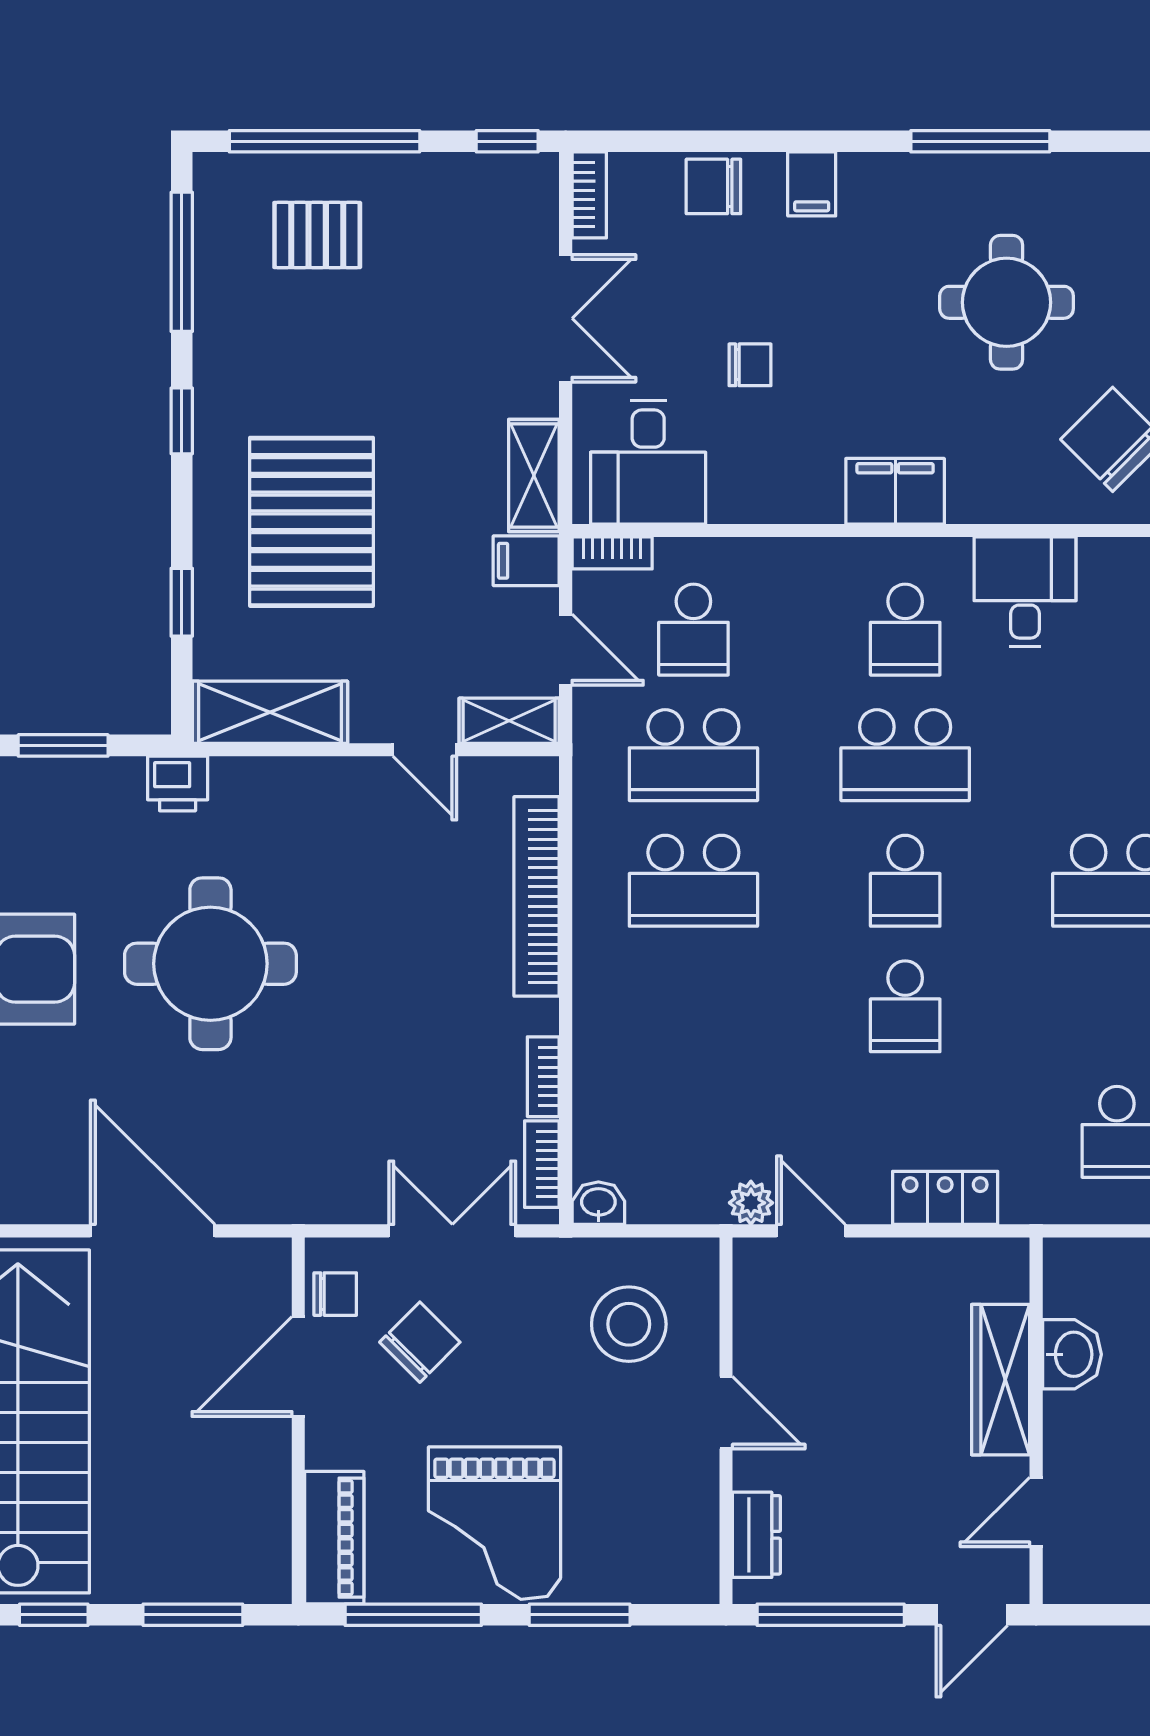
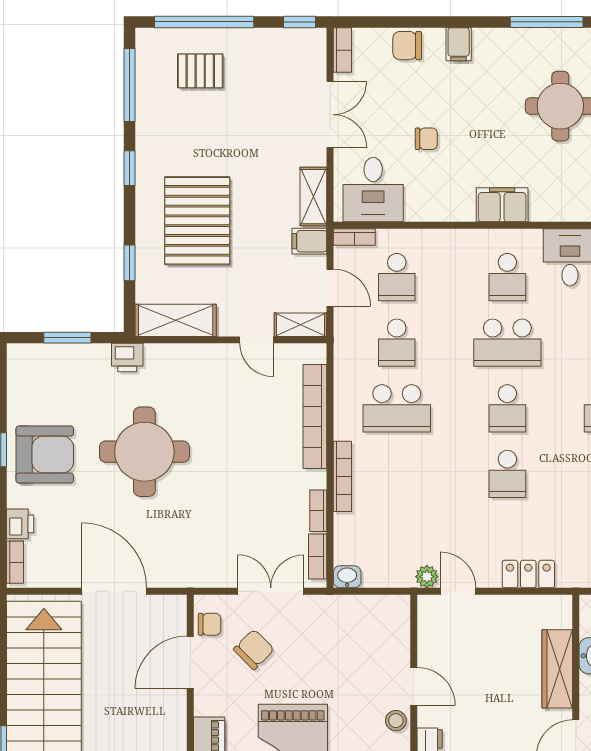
school desk: (693, 755) -> (397, 343), width x0.54
bookcase: (589, 1011) -> (342, 476), added
stool: (629, 1324) -> (396, 721), moved, width x0.53, depth x0.53

